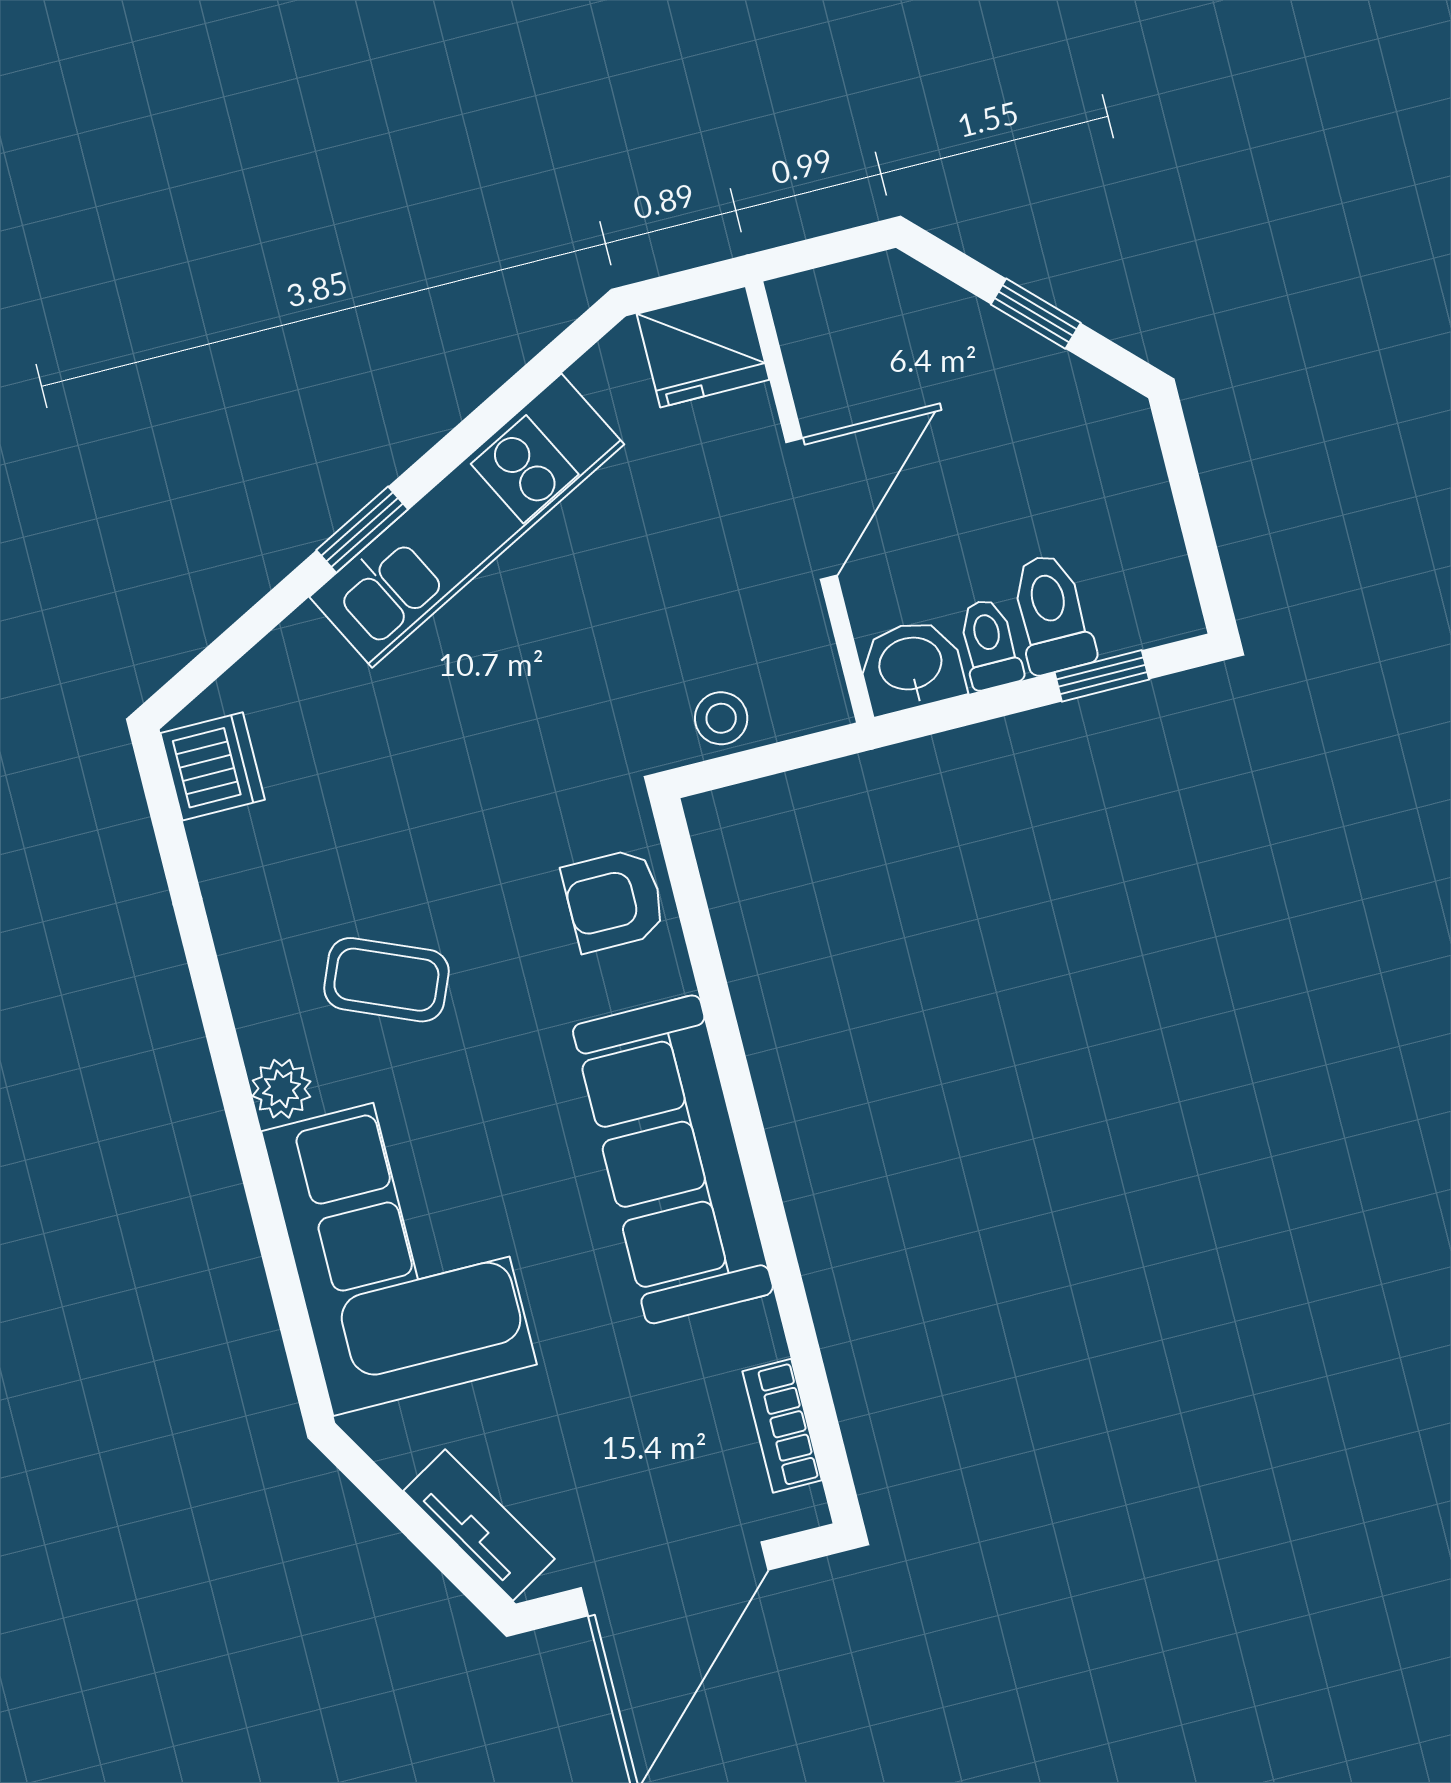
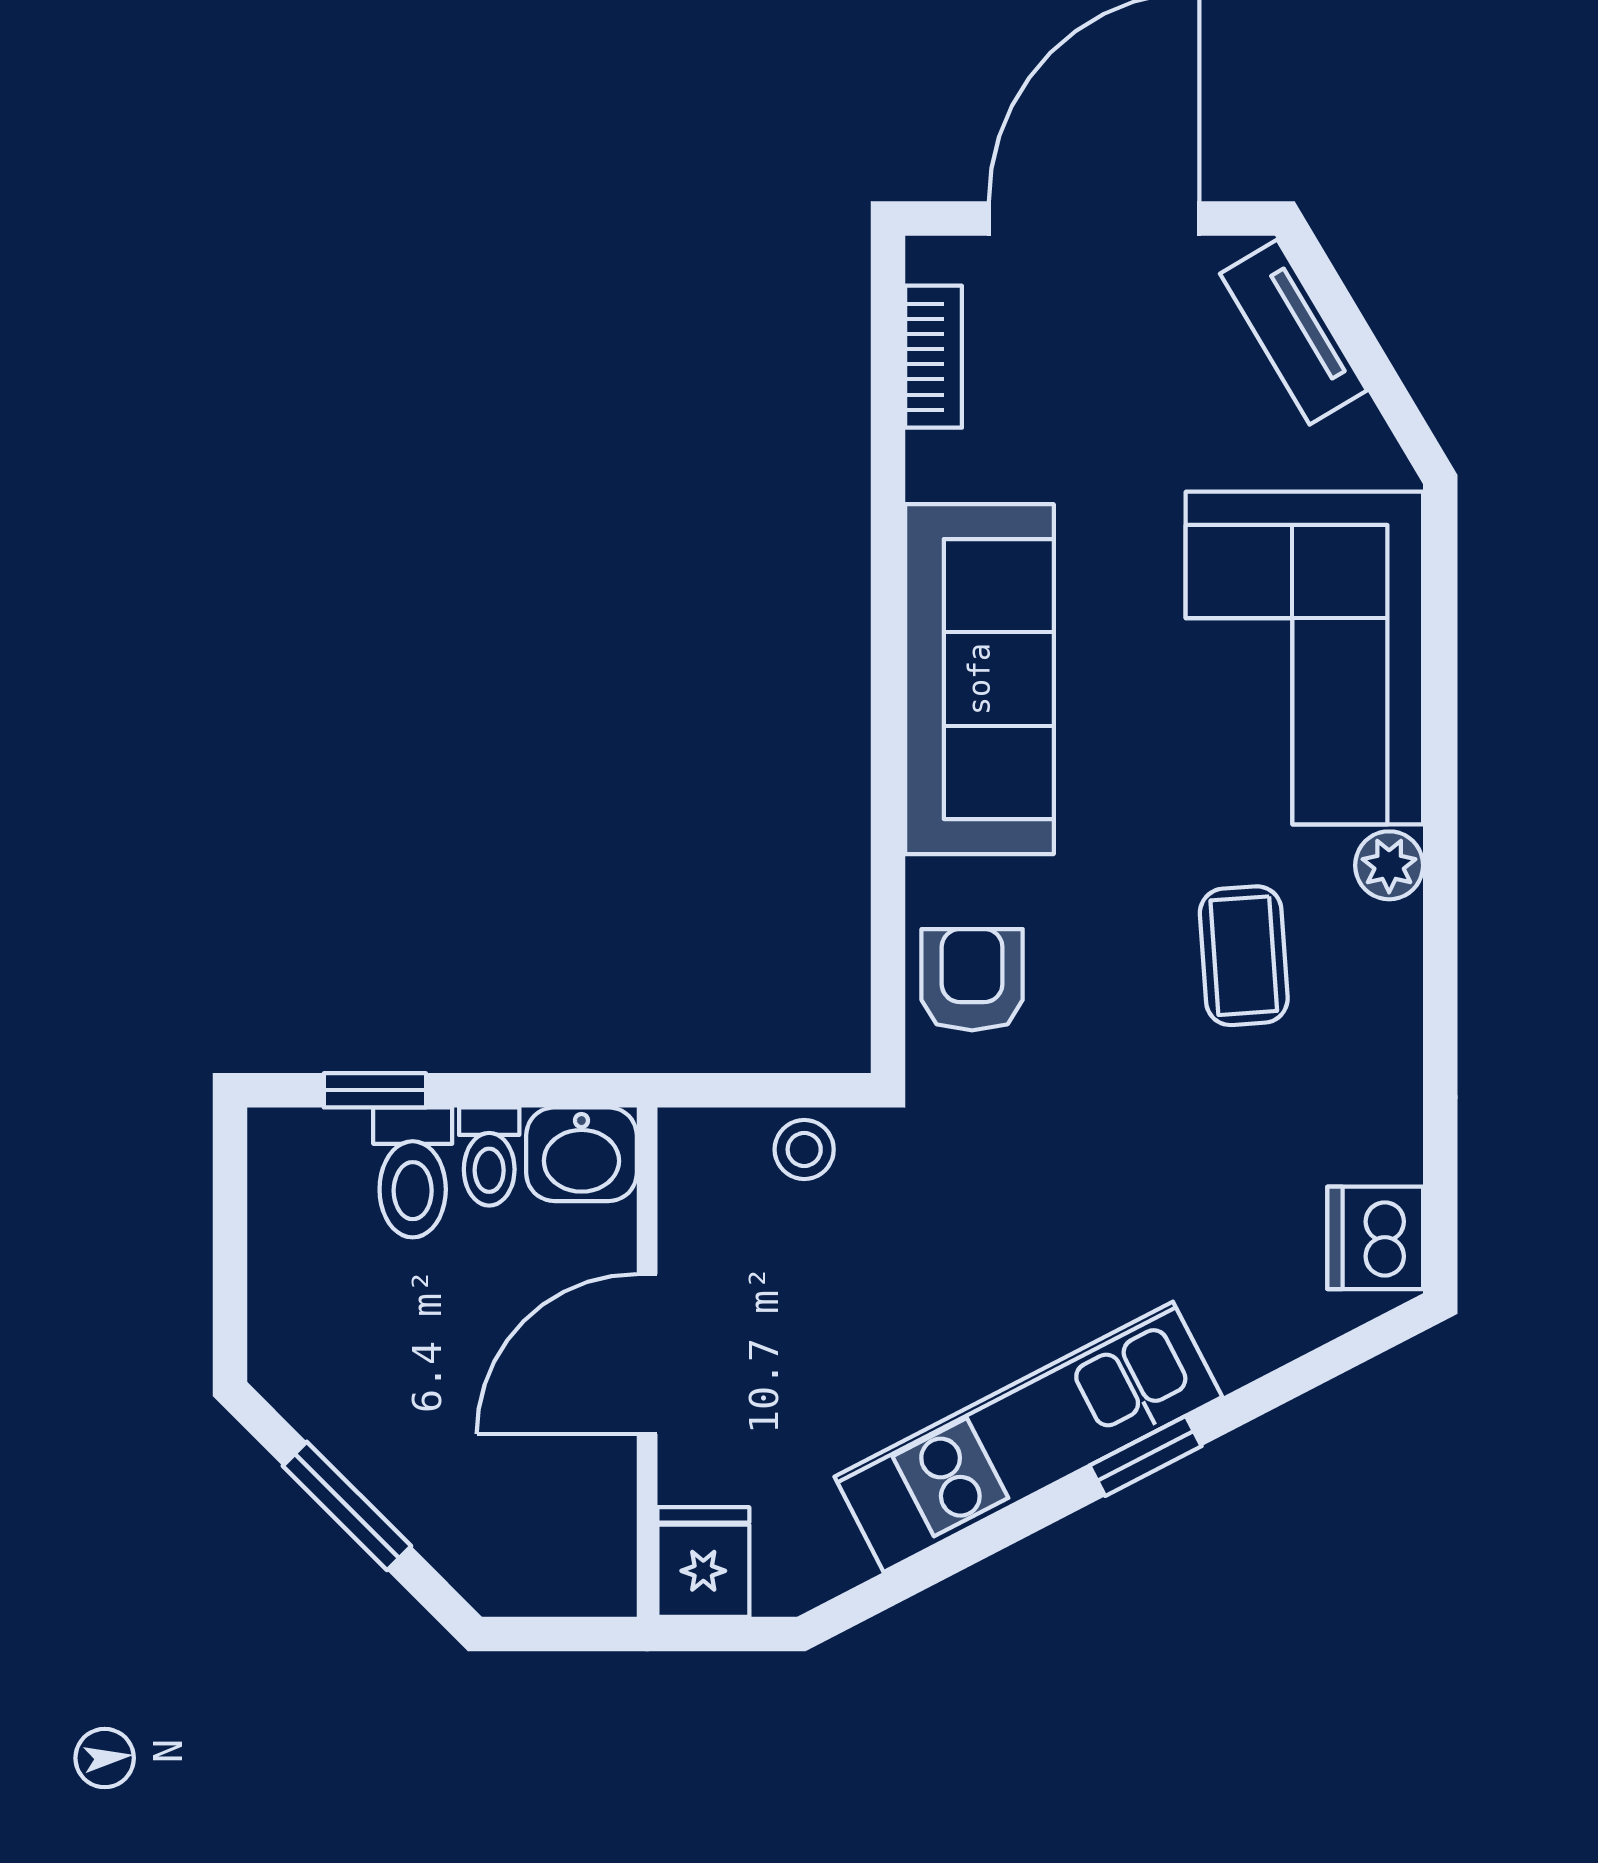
window: (1036, 314) -> (347, 1506), width x1.50
fridge: (703, 347) -> (703, 1562), width x0.72
armchair: (614, 900) -> (972, 980), turned -90
coffee table: (386, 980) -> (1244, 956), turned 63

